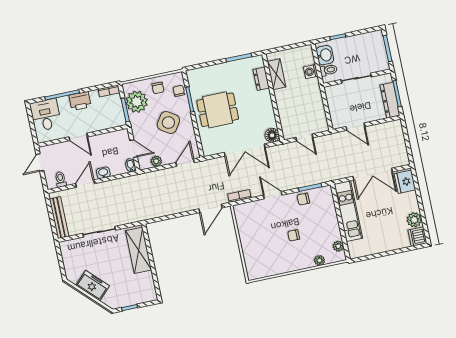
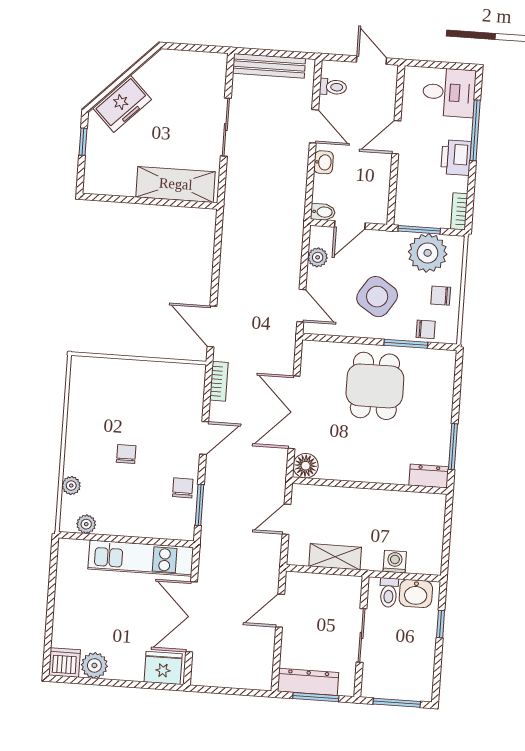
shelving: (277, 74) -> (335, 557), moved
dresser: (261, 79) -> (429, 476), moved
freezer: (93, 286) -> (122, 104), moved

